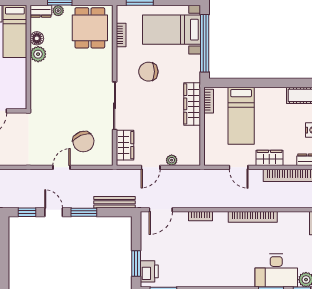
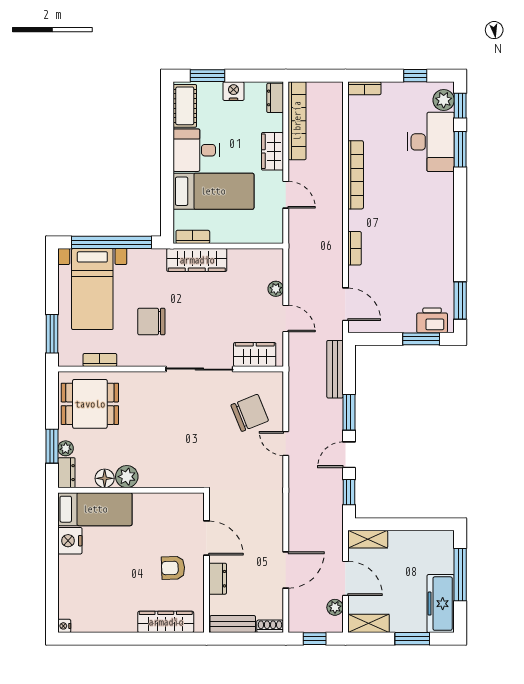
chair: (148, 72) -> (151, 322), turned 90
desk: (270, 103) -> (196, 150), added
door: (239, 167) -> (286, 195), hinge flipped

